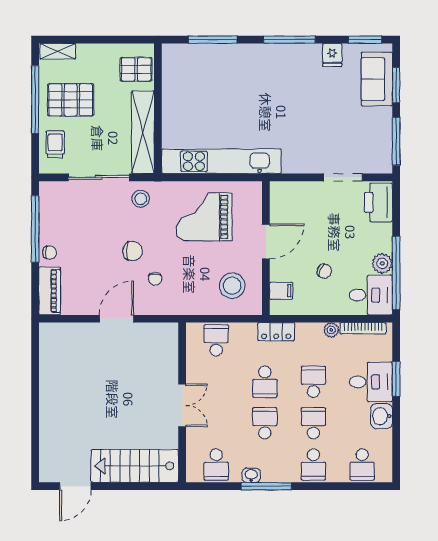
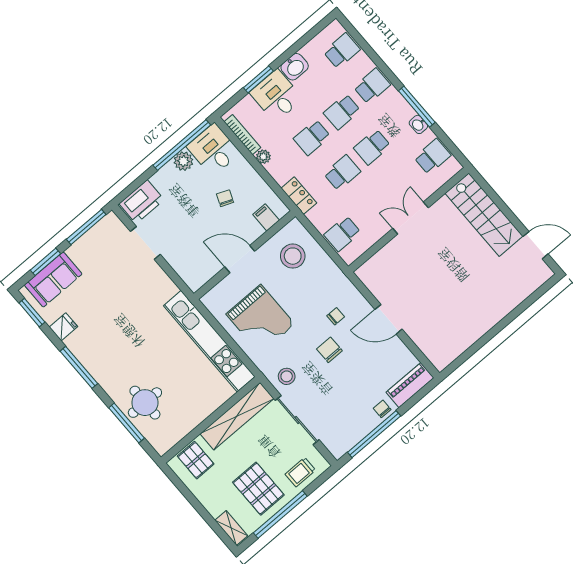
round table: (216, 68) -> (145, 403), added

